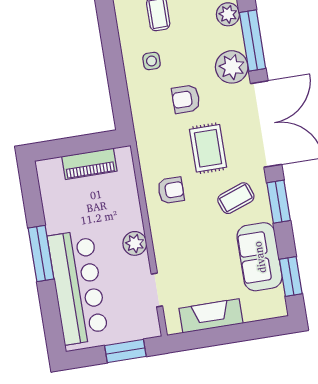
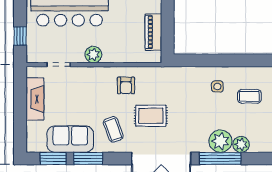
plant: (232, 67) -> (220, 141), moved
armchair: (186, 99) -> (187, 106), removed
window: (279, 202) -> (88, 158), moved
window: (125, 351) -> (20, 36), width x0.67

